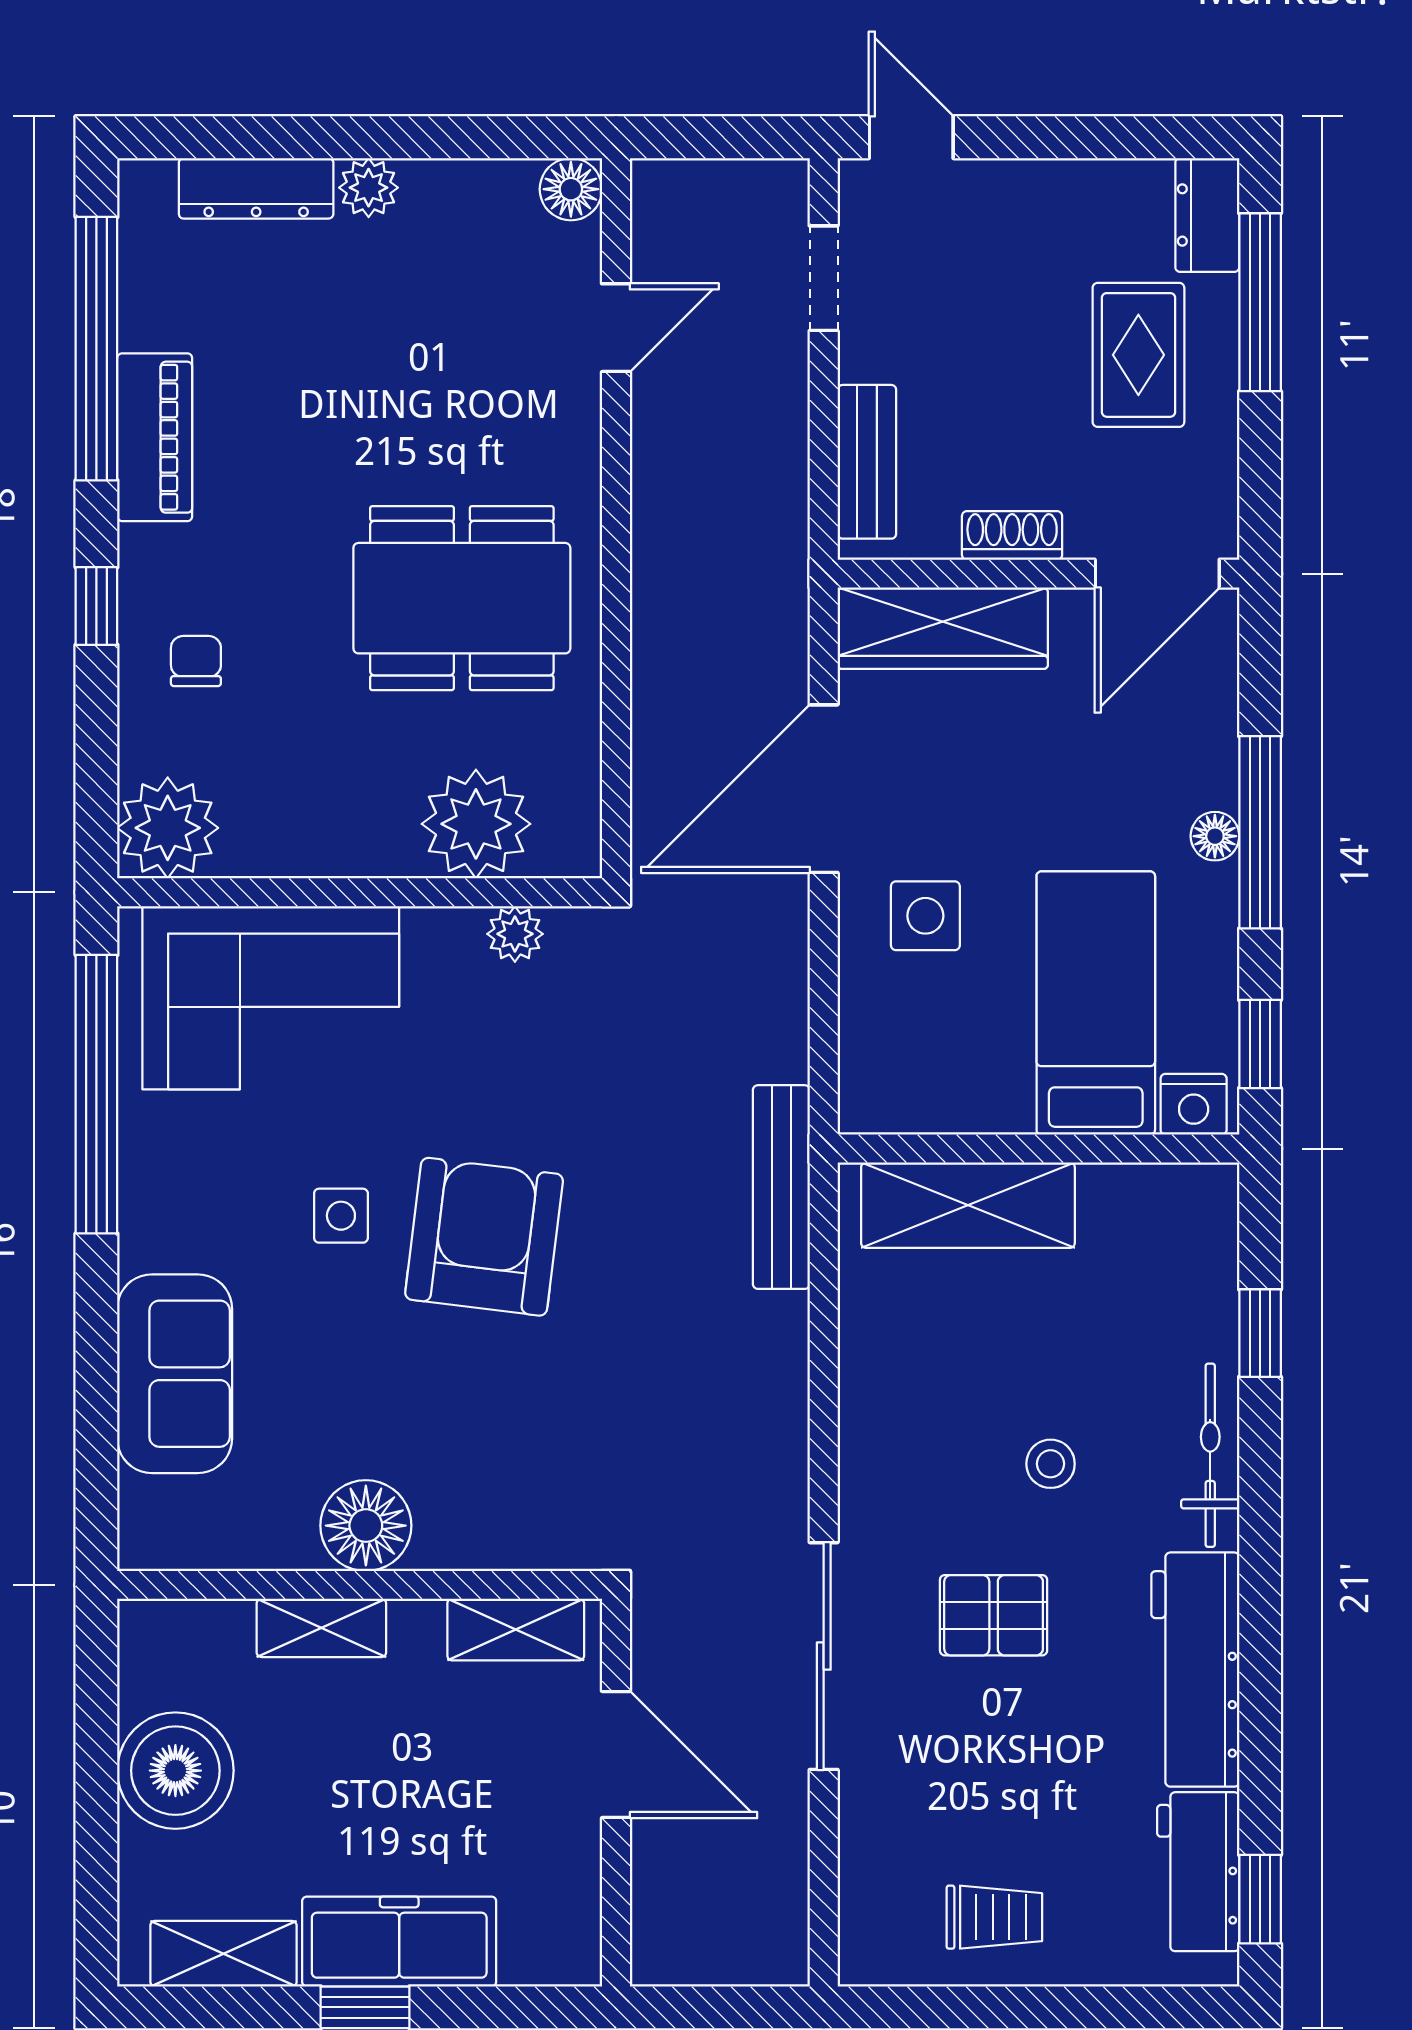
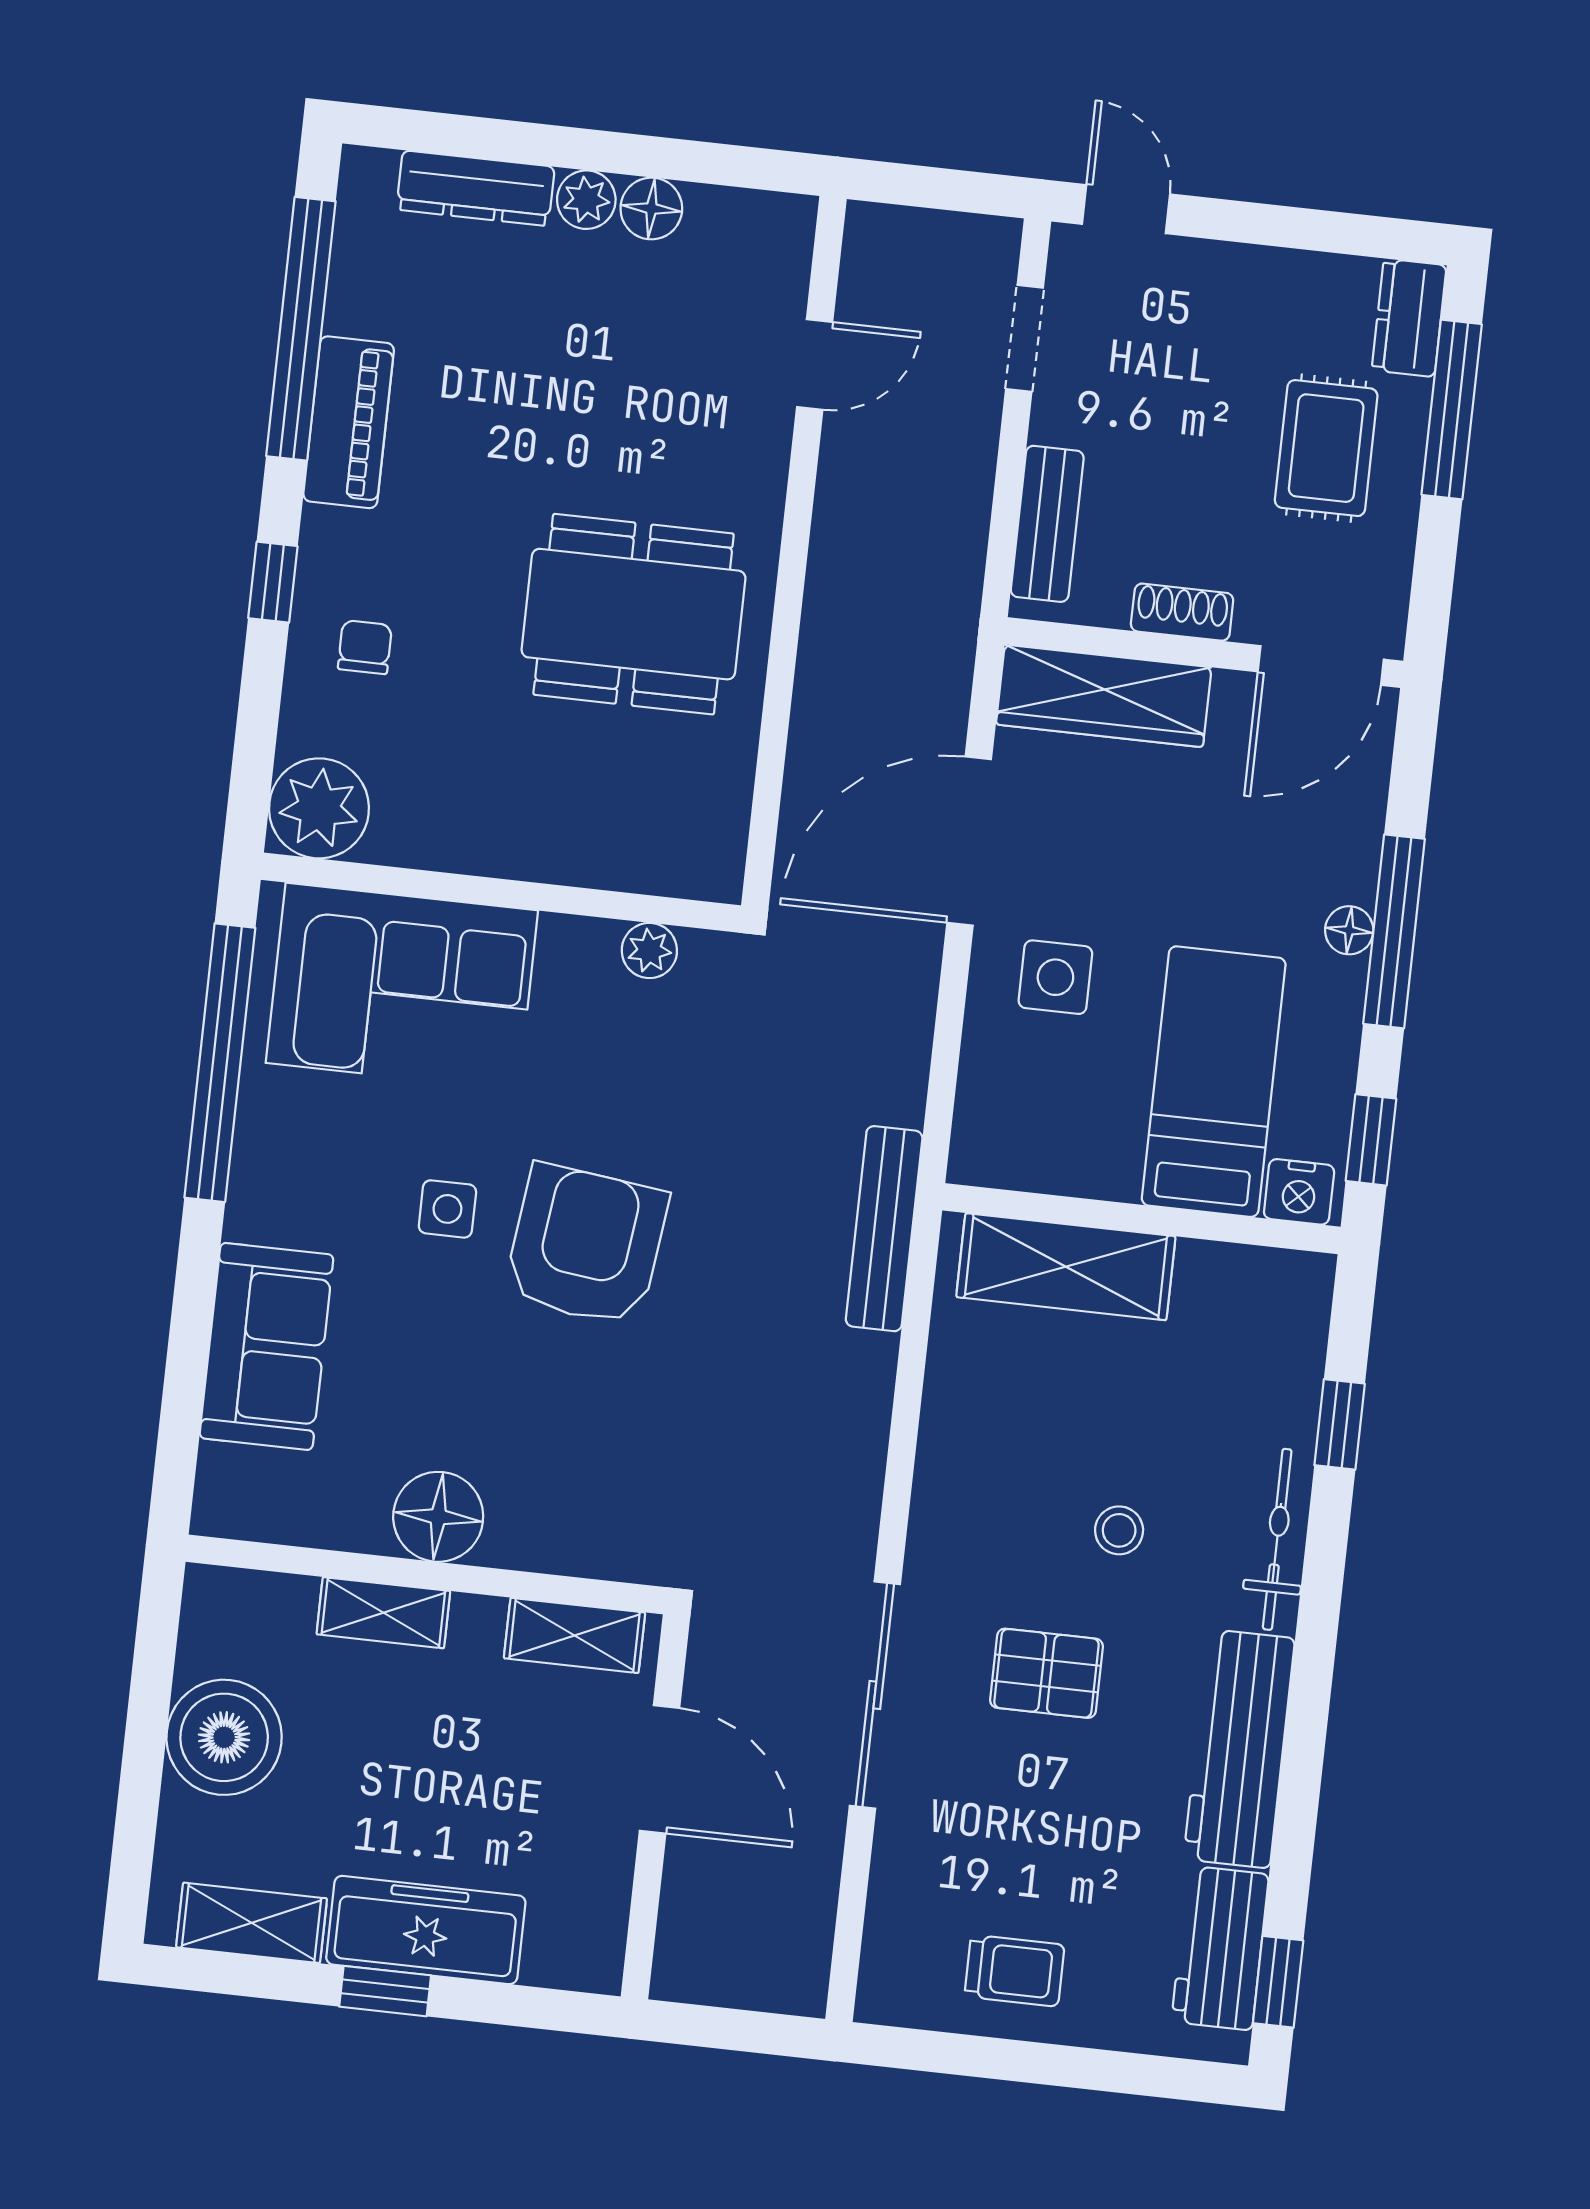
floor lamp: (571, 189) -> (651, 208), moved
plant: (476, 824) -> (623, 838), removed

